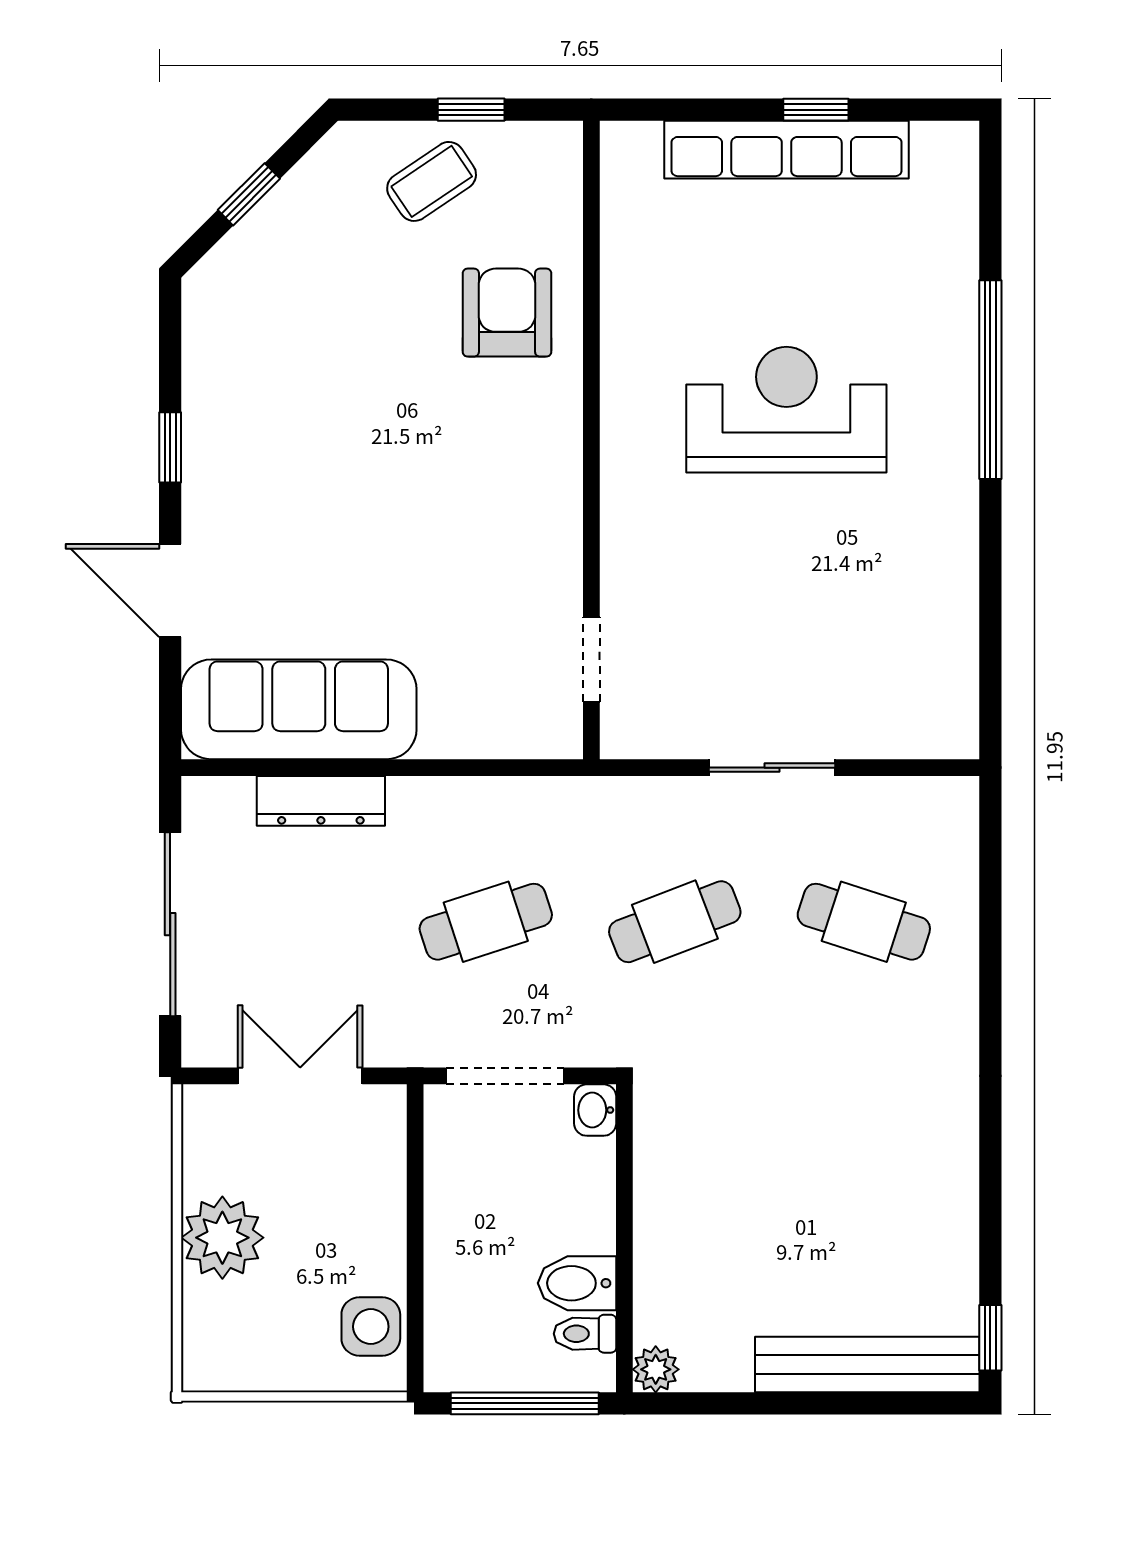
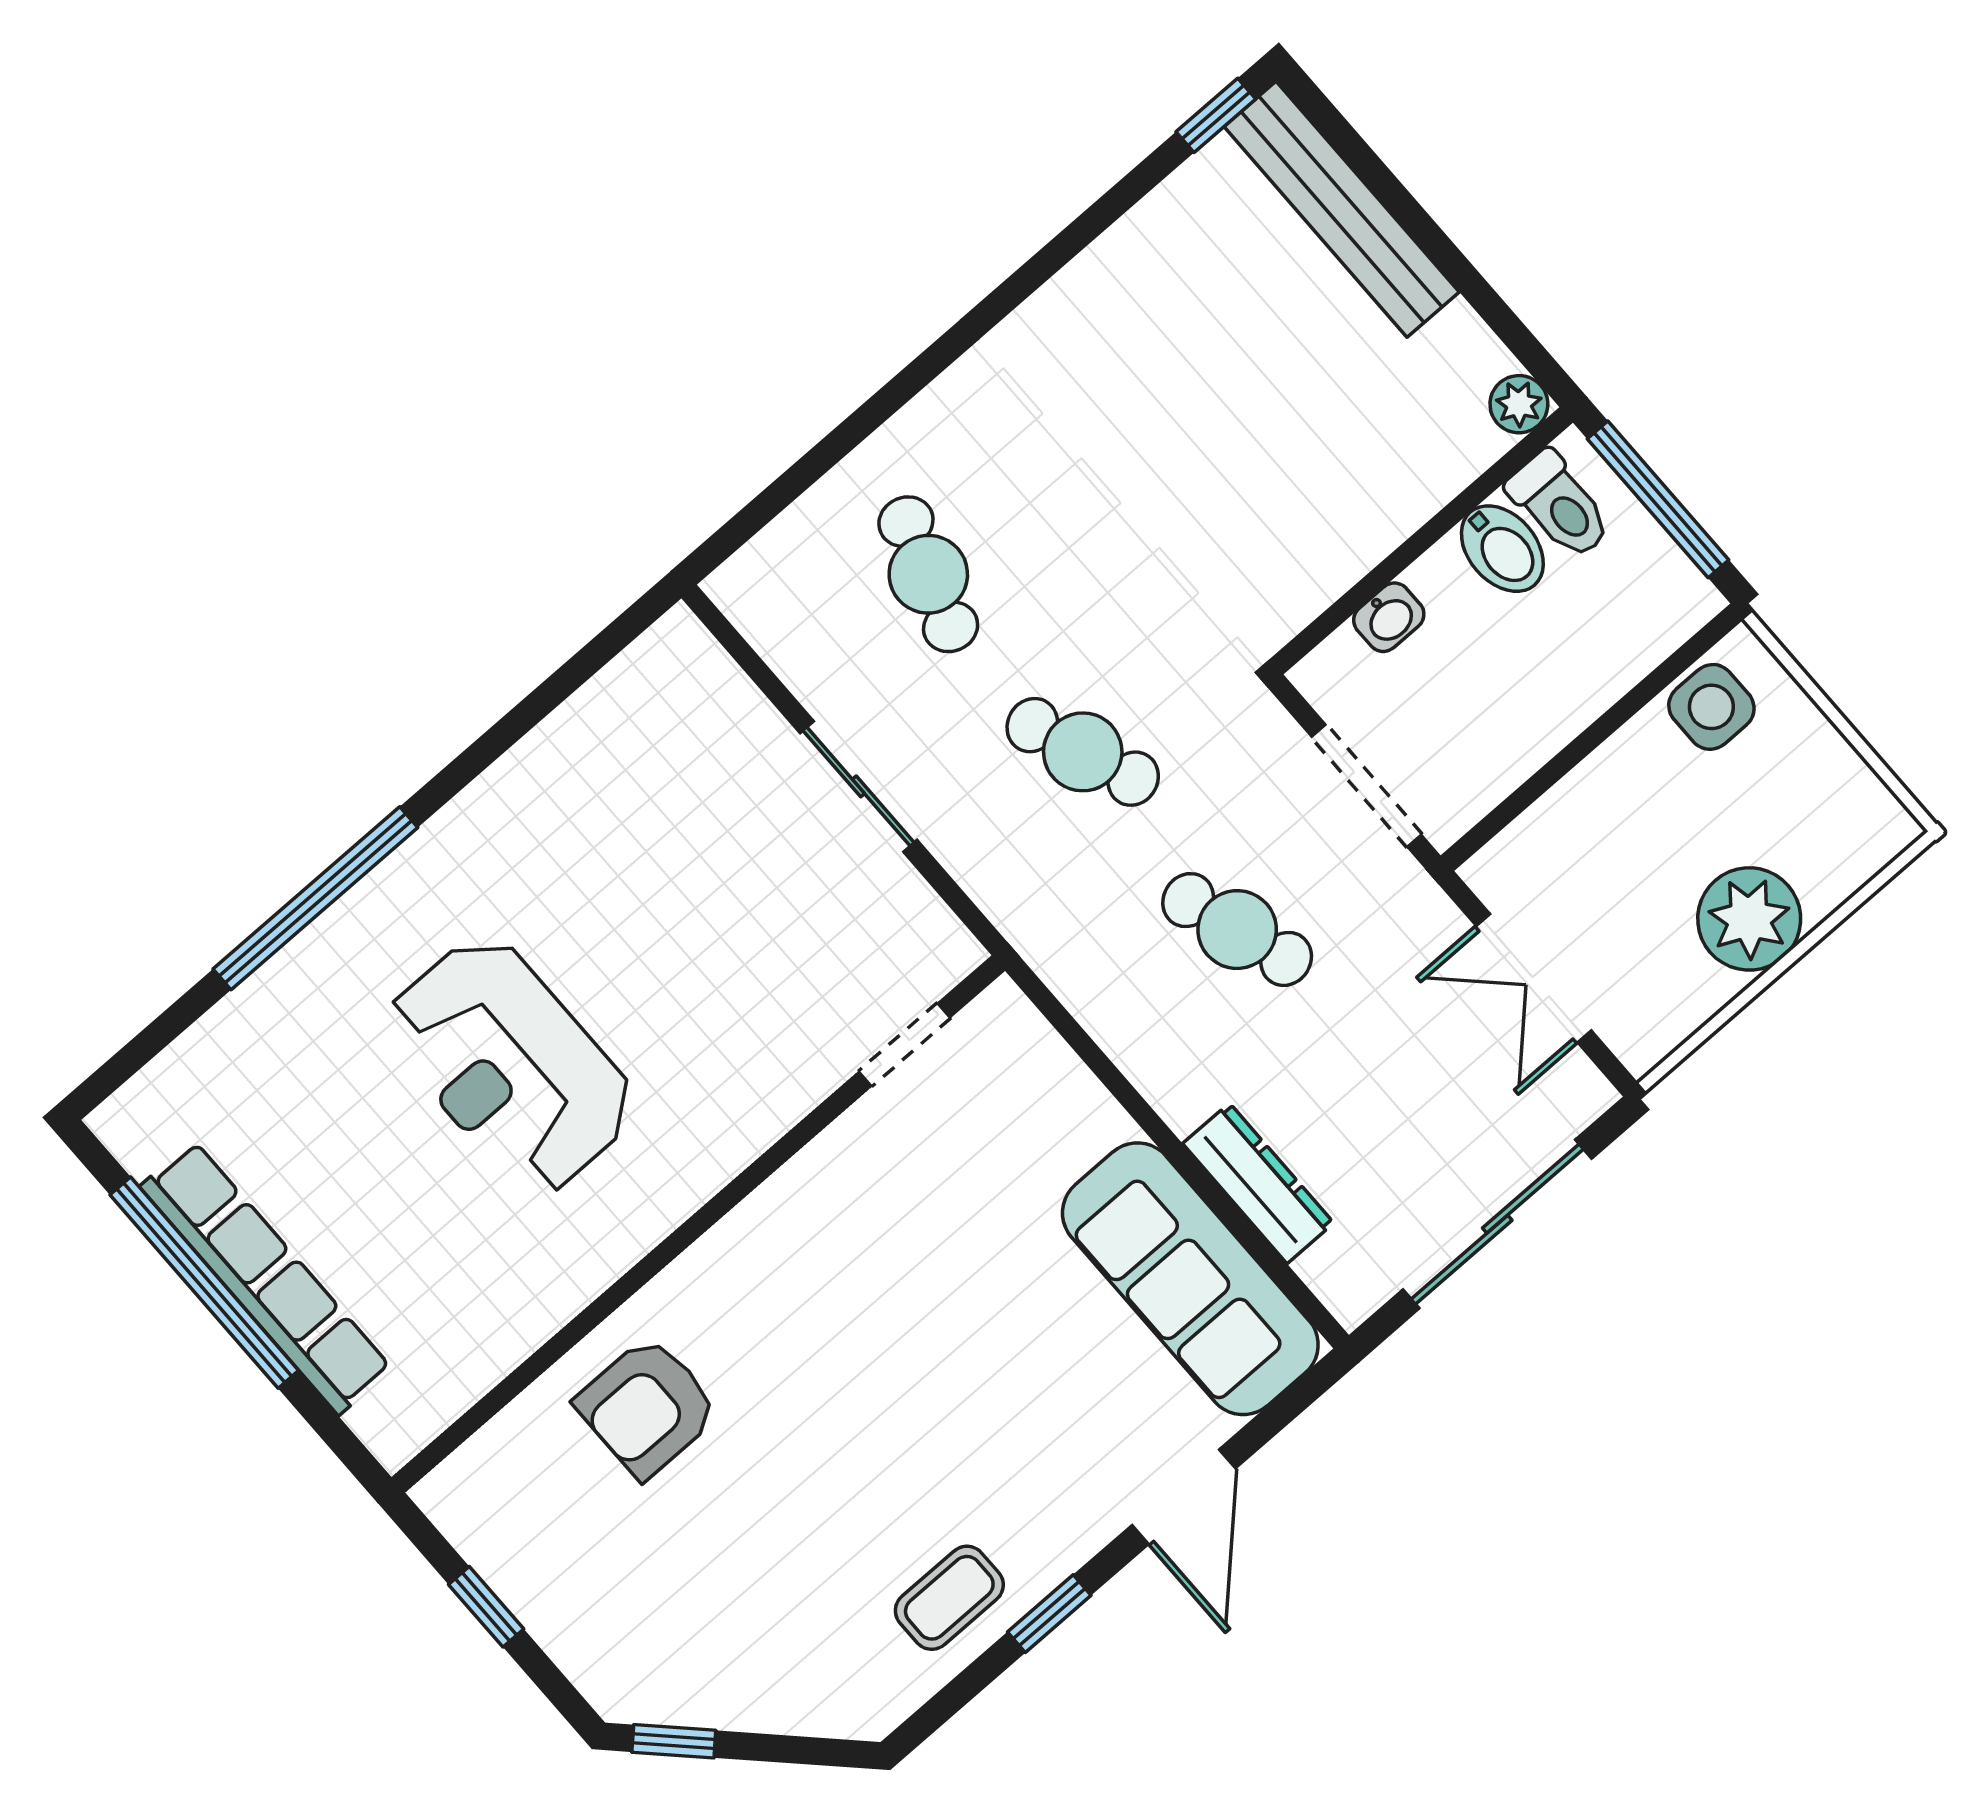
window: (816, 110) -> (204, 1283), width x3.17
coffee table: (432, 181) -> (949, 1598), moved, turned -56
window: (249, 194) -> (674, 1741), moved
washbasin: (595, 1110) -> (1389, 617), moved
toilet: (585, 1334) -> (1560, 505), width x1.37, depth x1.39

